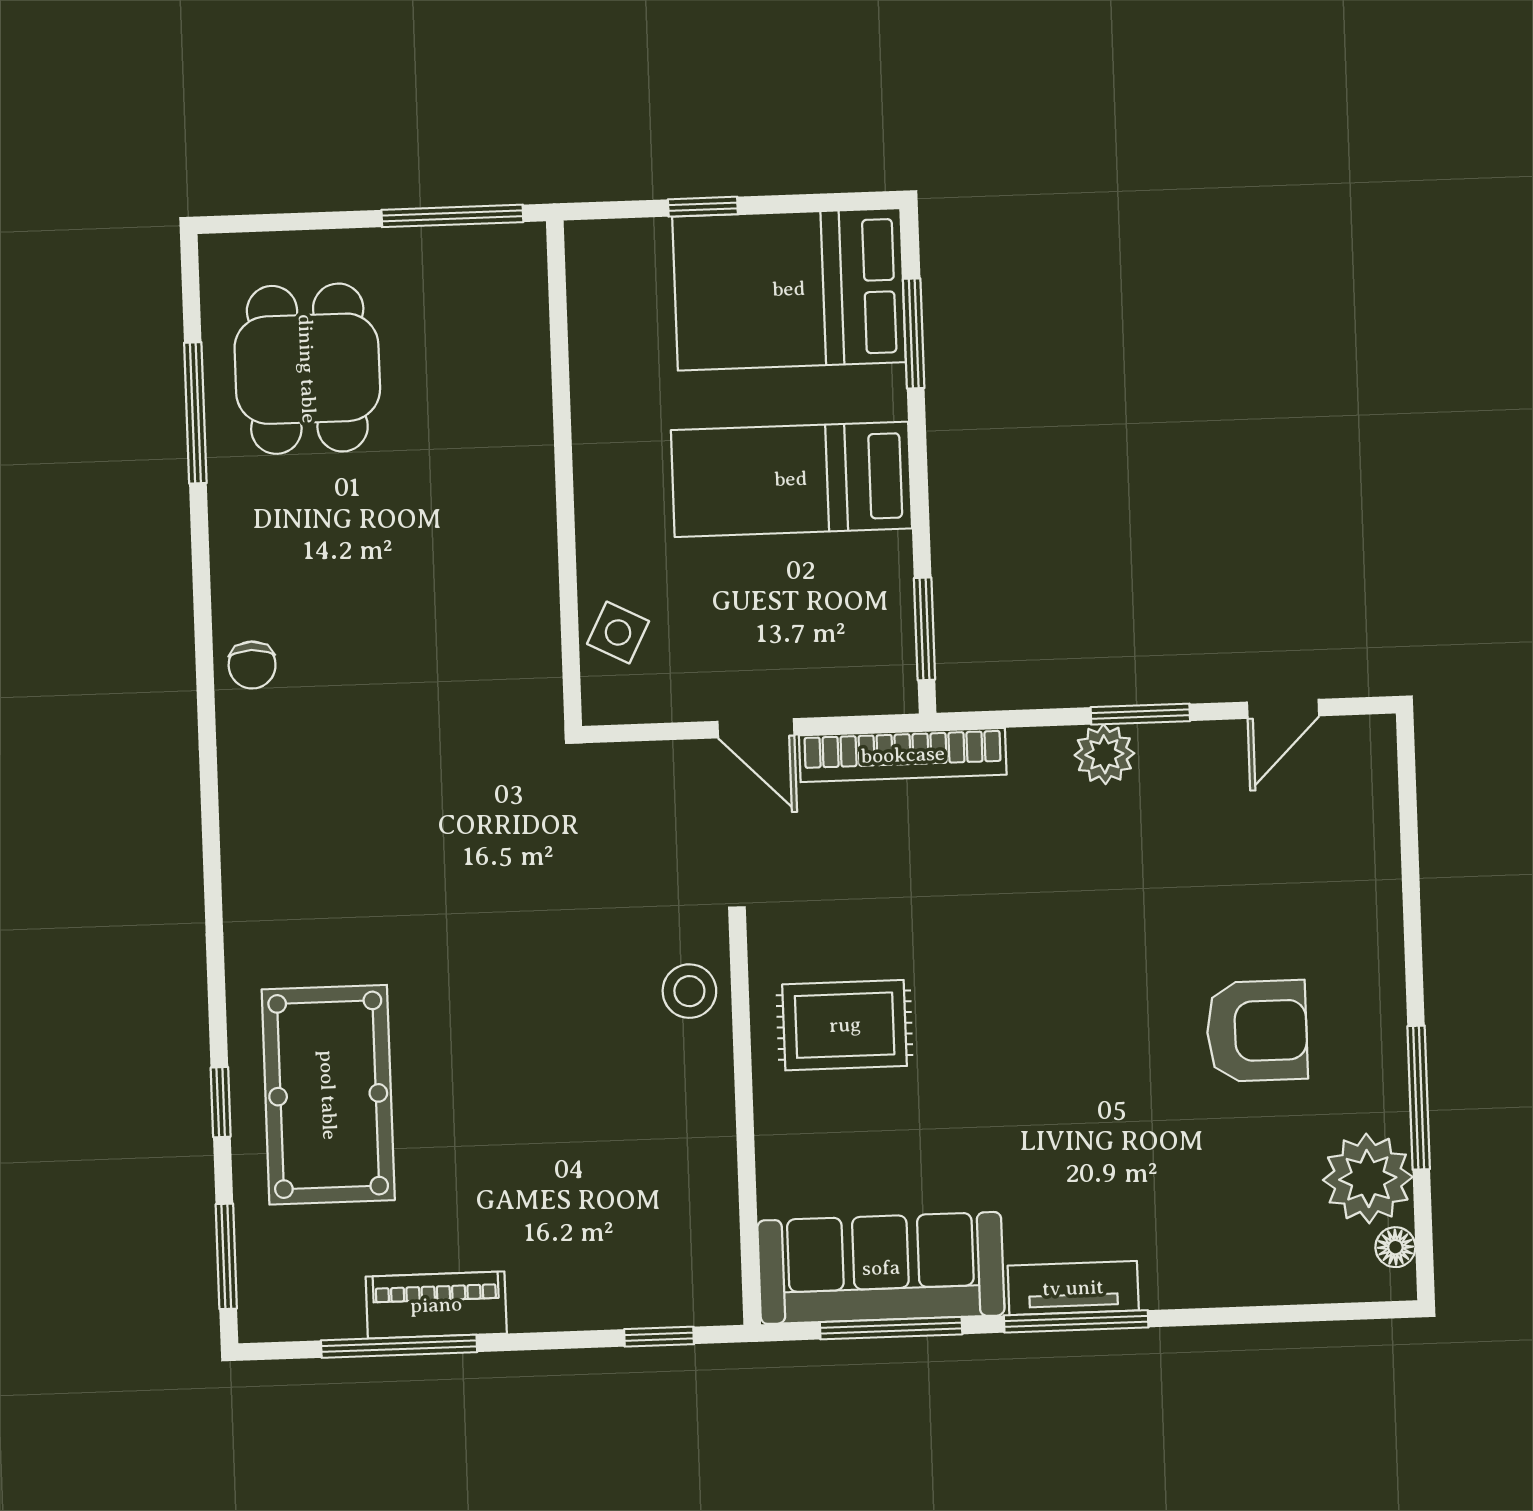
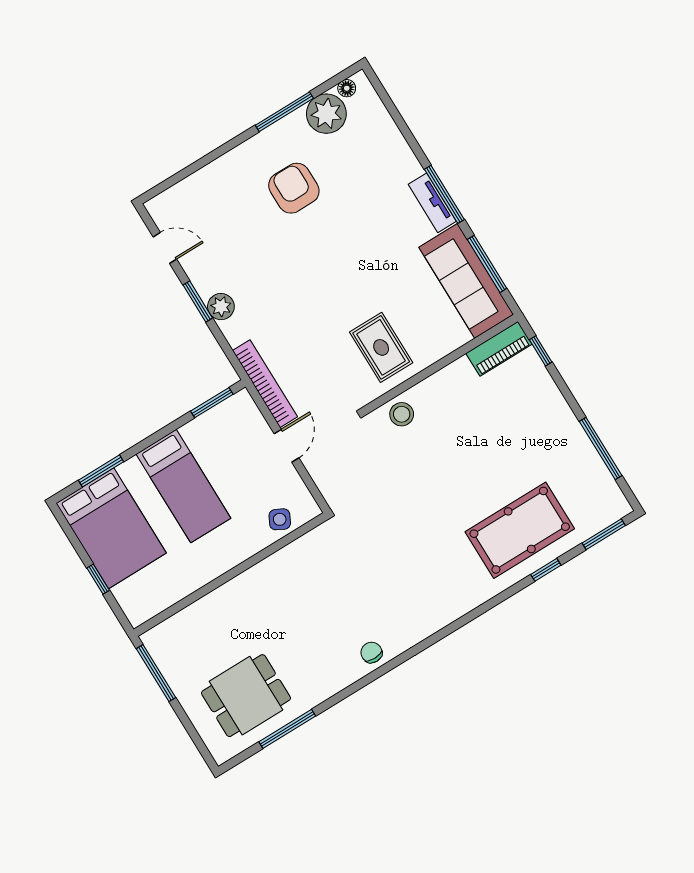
chair: (252, 665) -> (372, 653), turned -90
piano: (436, 1305) -> (499, 349), moved, turned -90

